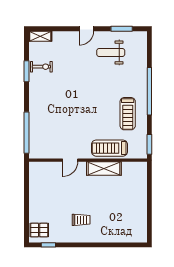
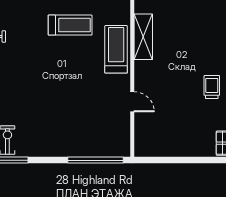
treadmill: (109, 148) -> (116, 49), turned 180
shelving: (104, 168) -> (143, 37), moved

